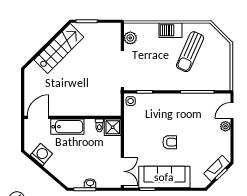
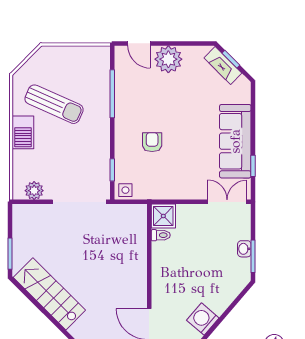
plant: (225, 126) -> (168, 59), width x1.88, depth x1.88
bathtub: (67, 127) -> (163, 281), removed
armchair: (170, 142) -> (152, 142), moved

